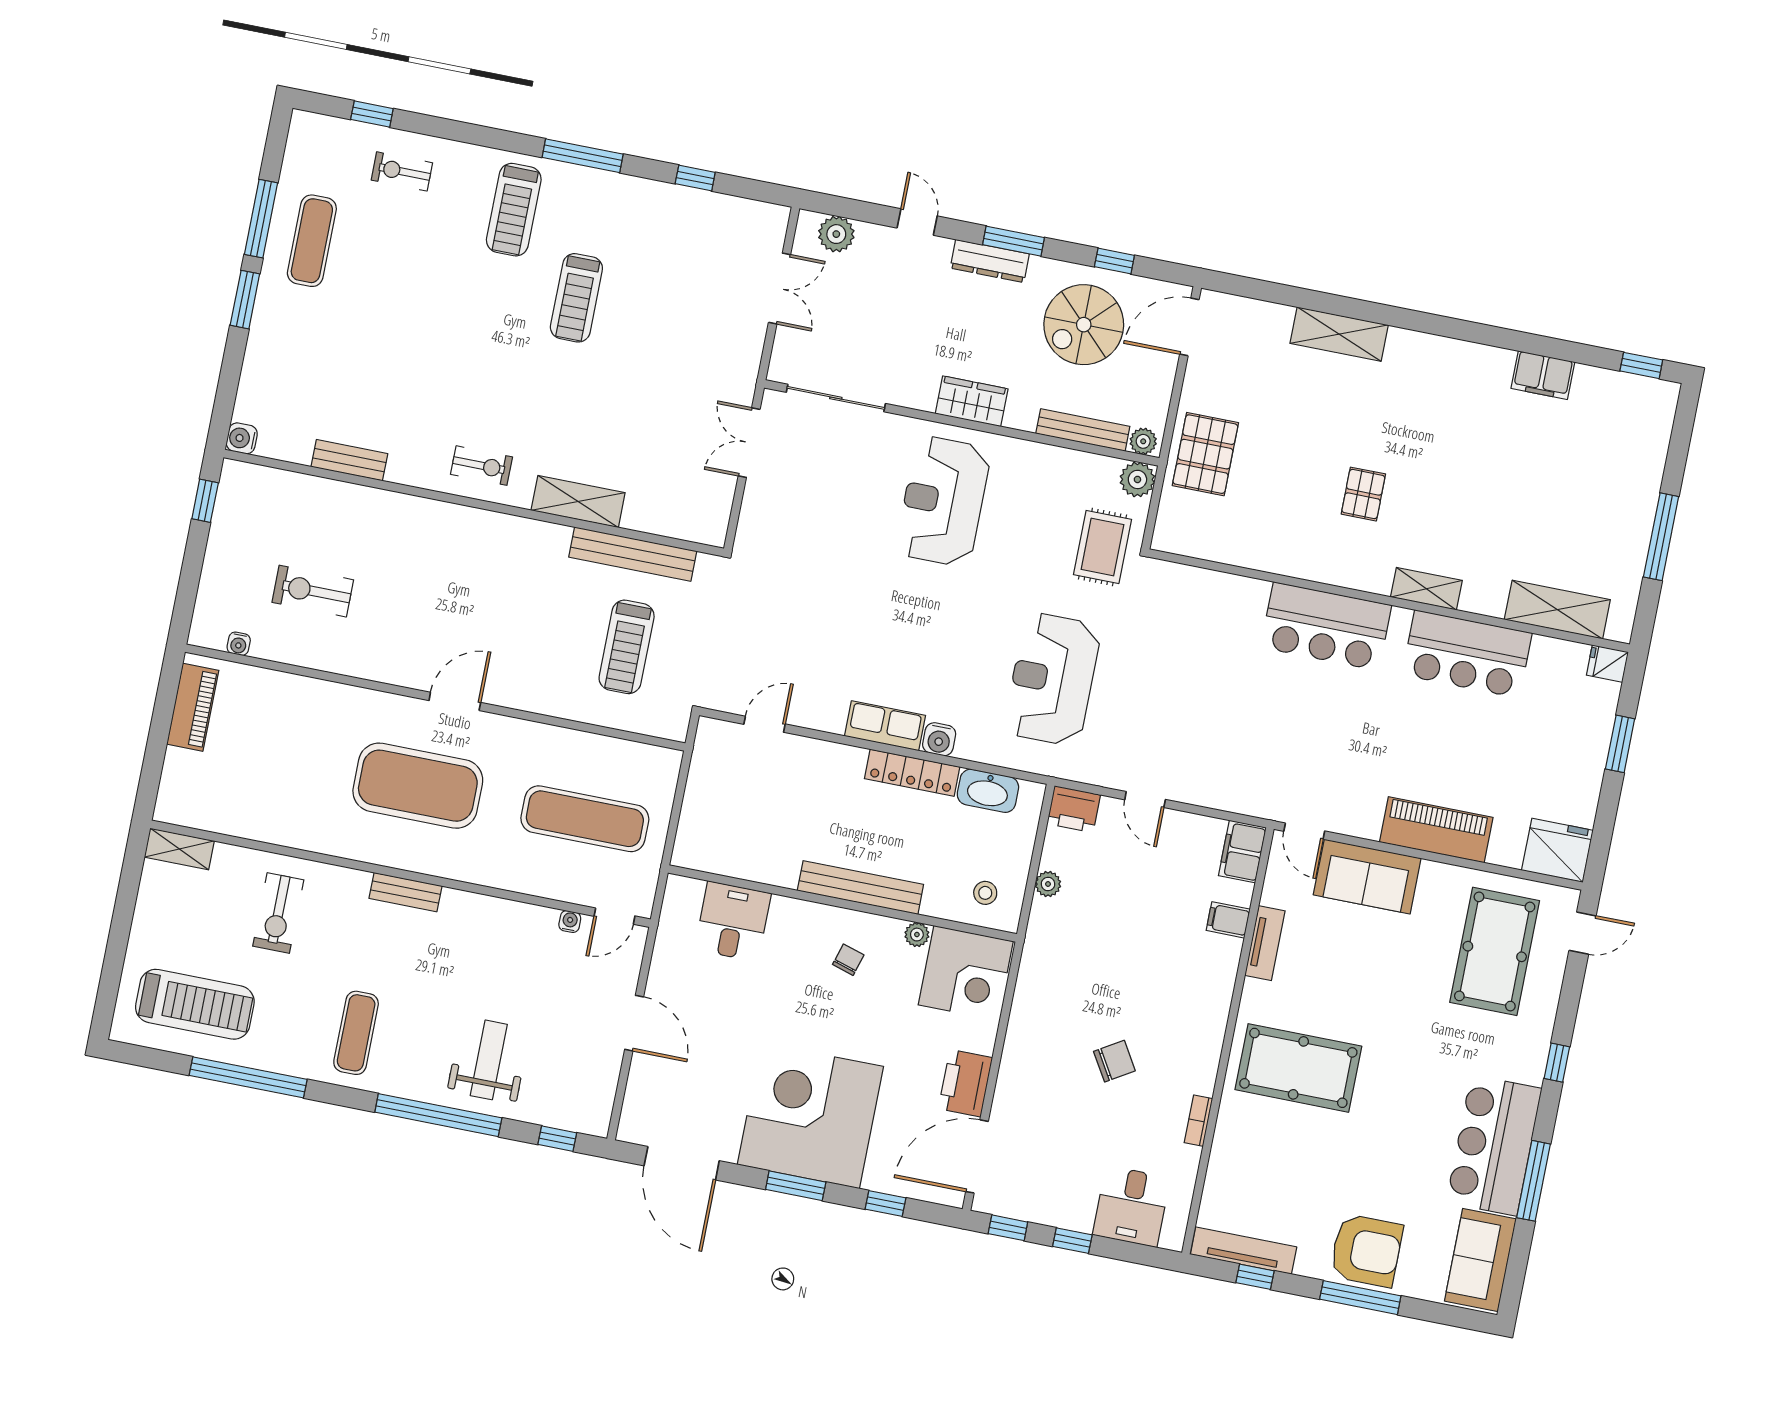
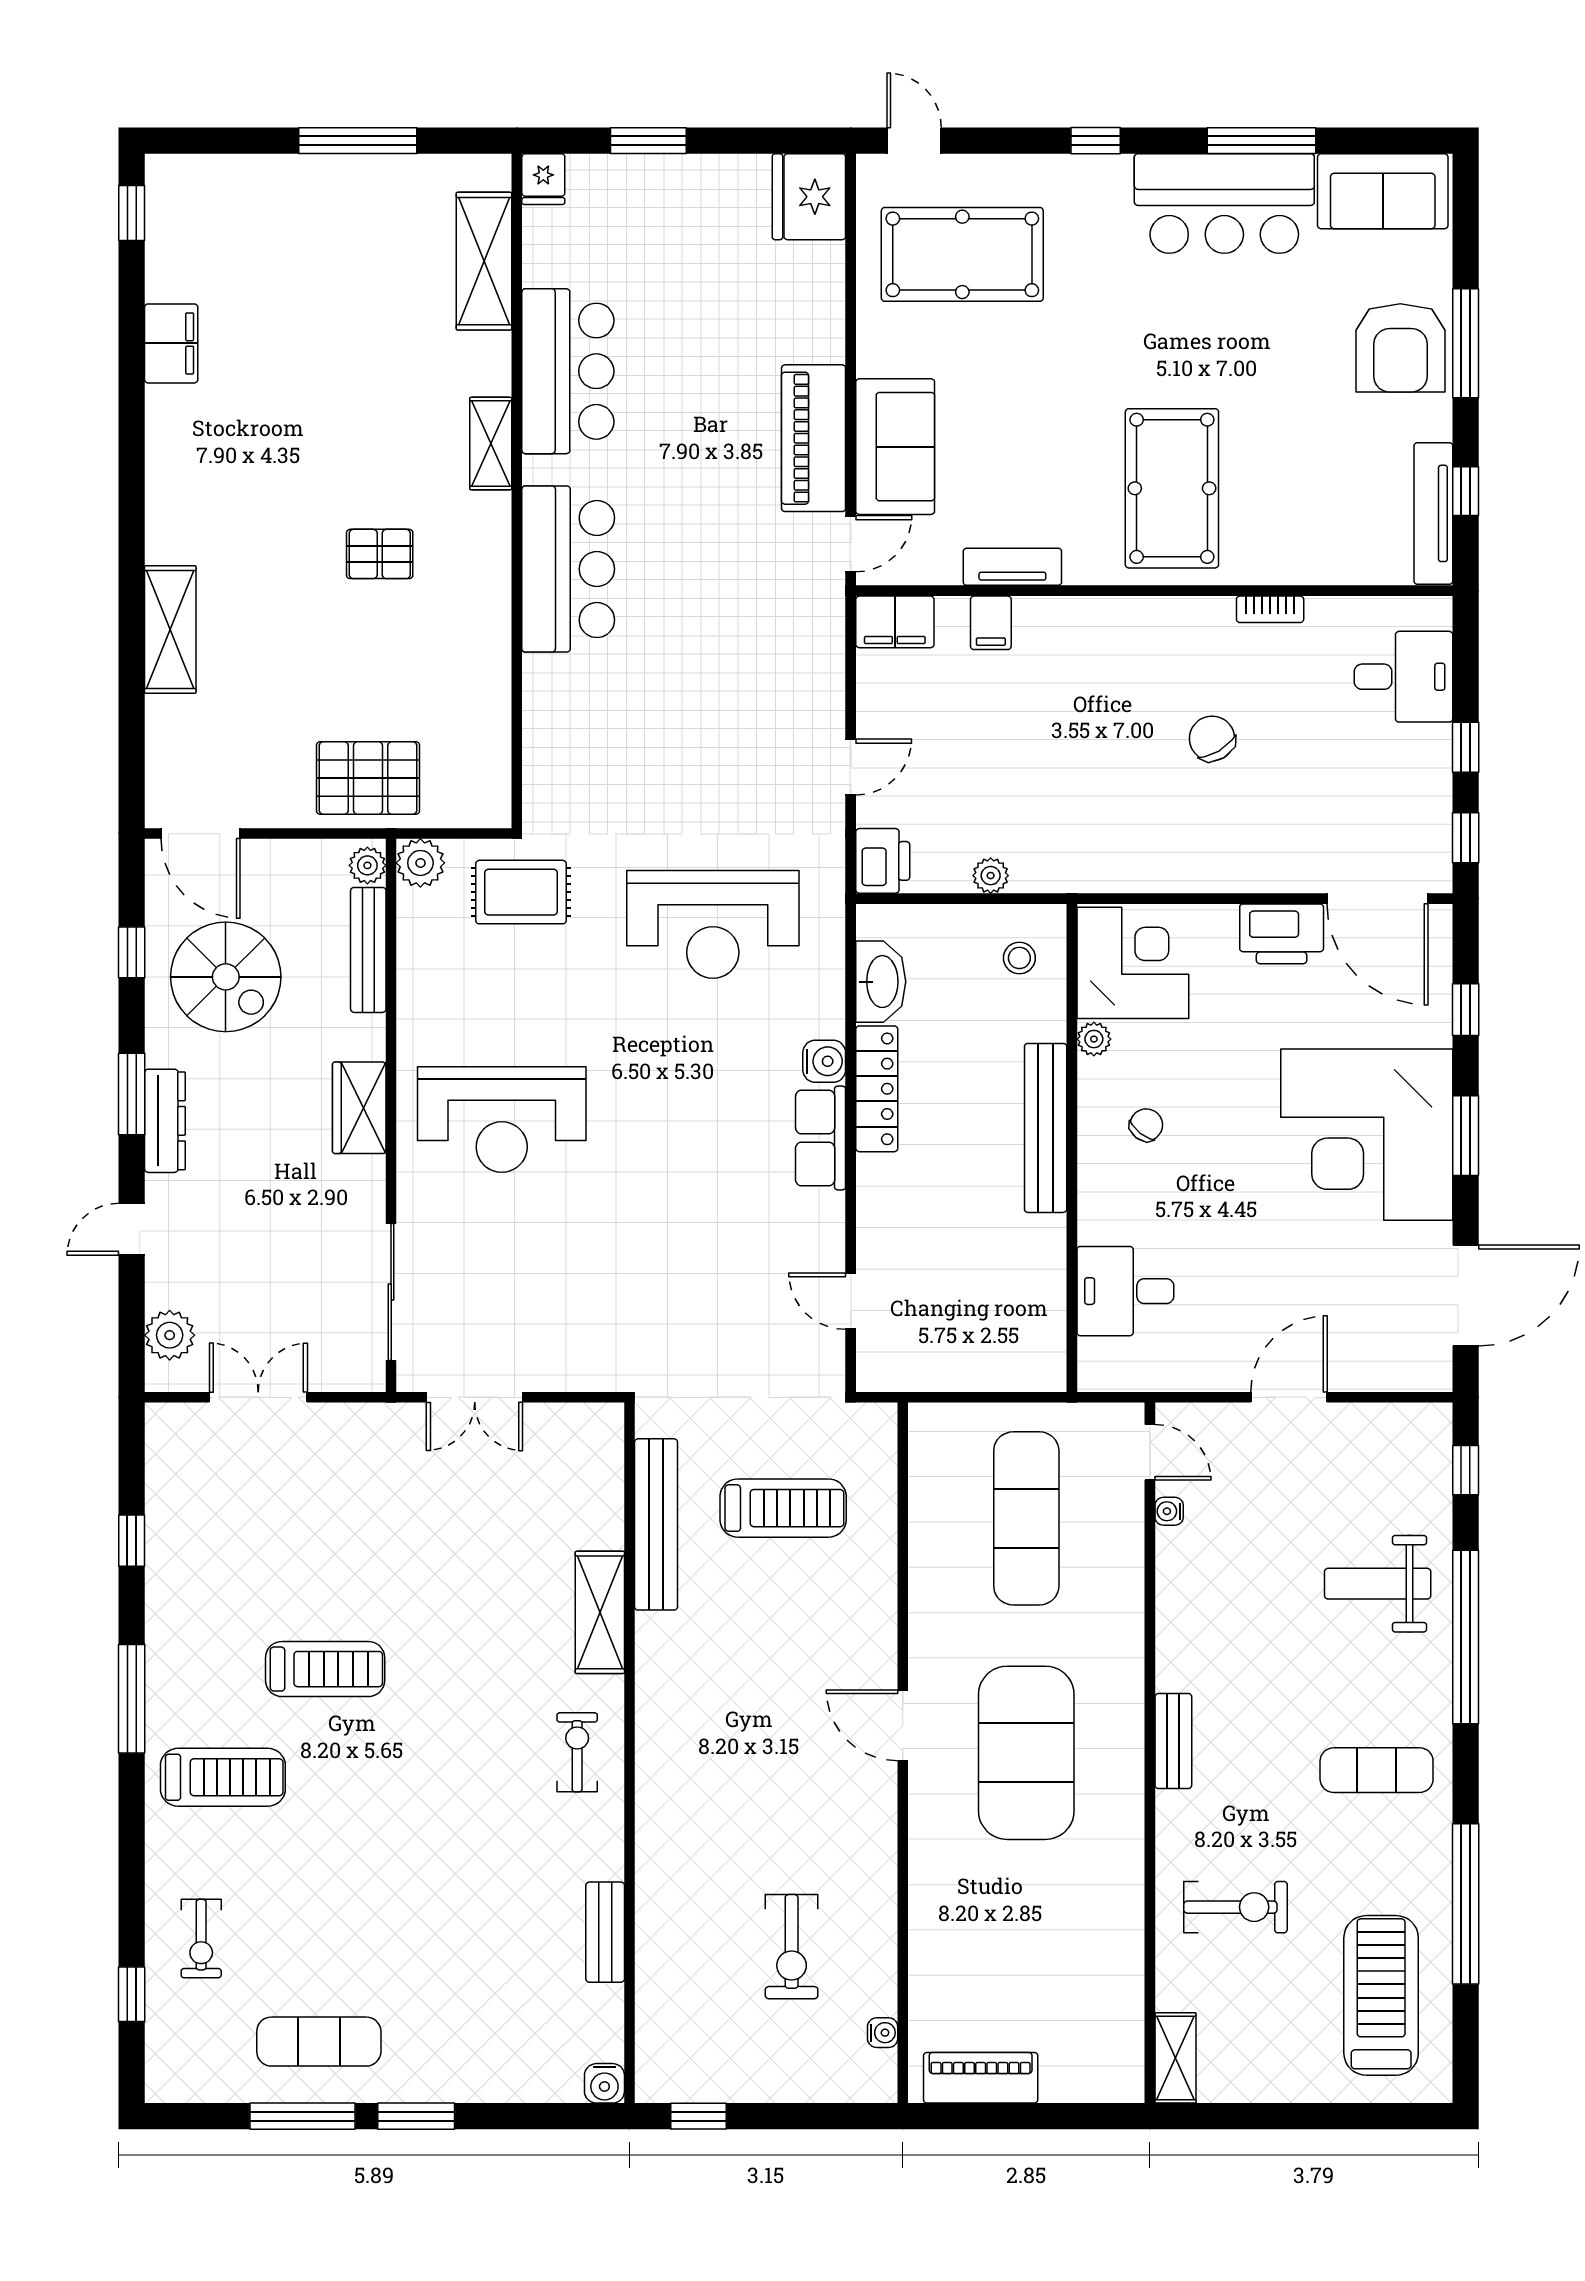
piano: (1436, 830) -> (814, 438), moved
chair: (848, 960) -> (1146, 1125), turned 111
armchair: (1366, 1251) -> (1400, 348), turned 180

